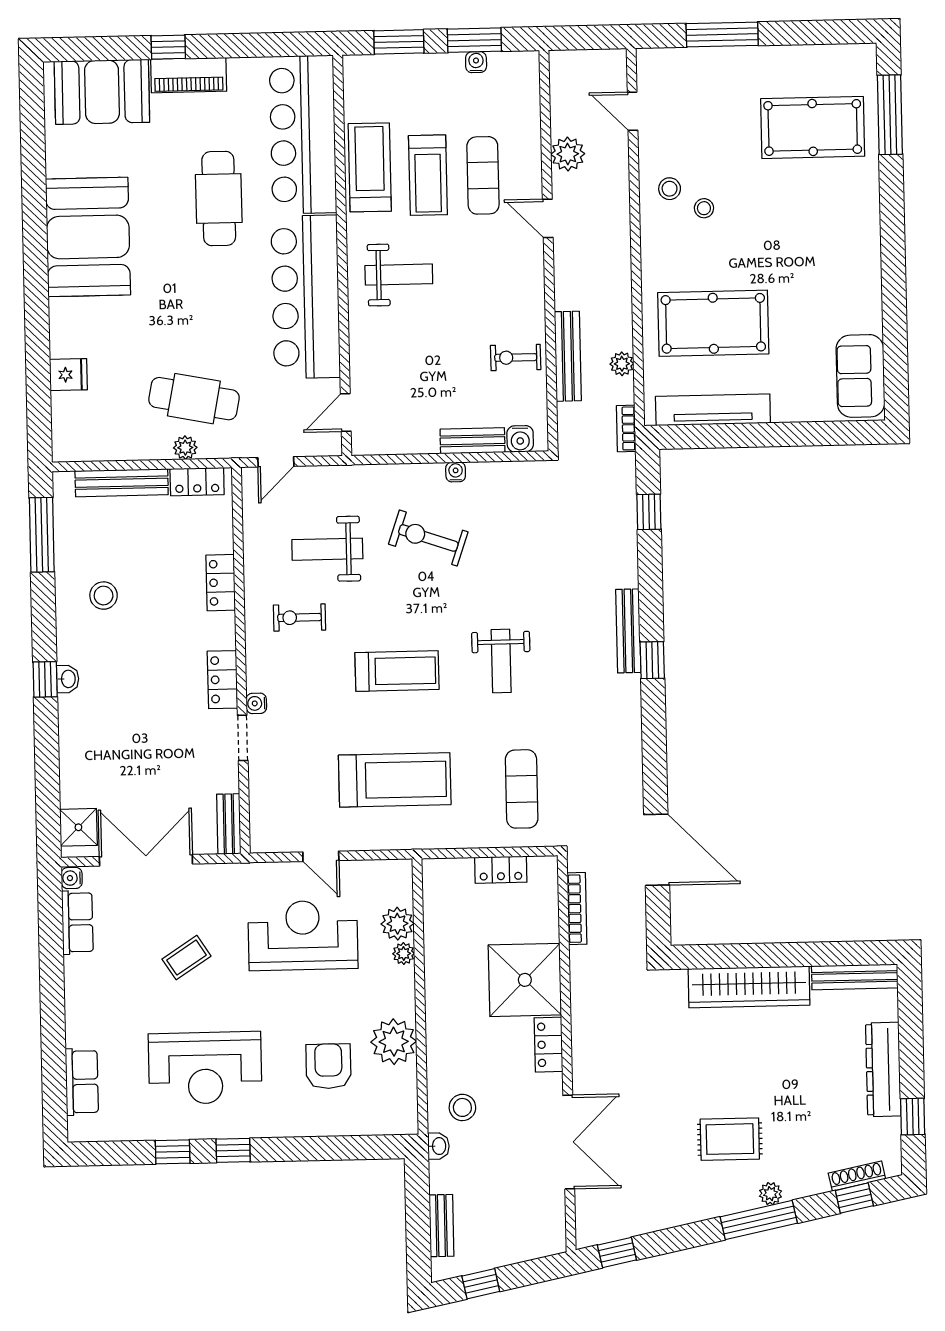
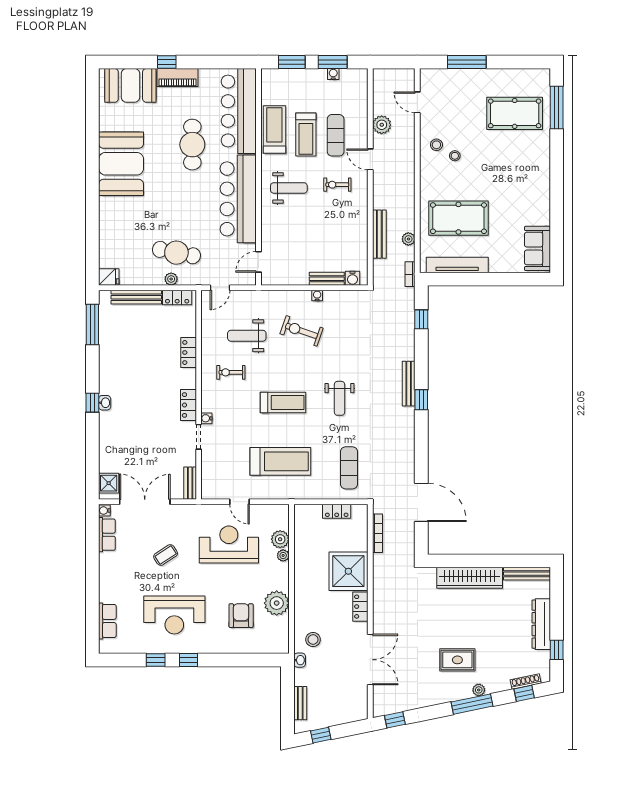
exercise bike: (516, 357) -> (337, 185), moved
fridge: (68, 375) -> (109, 277), moved
stool: (104, 596) -> (125, 358), removed

